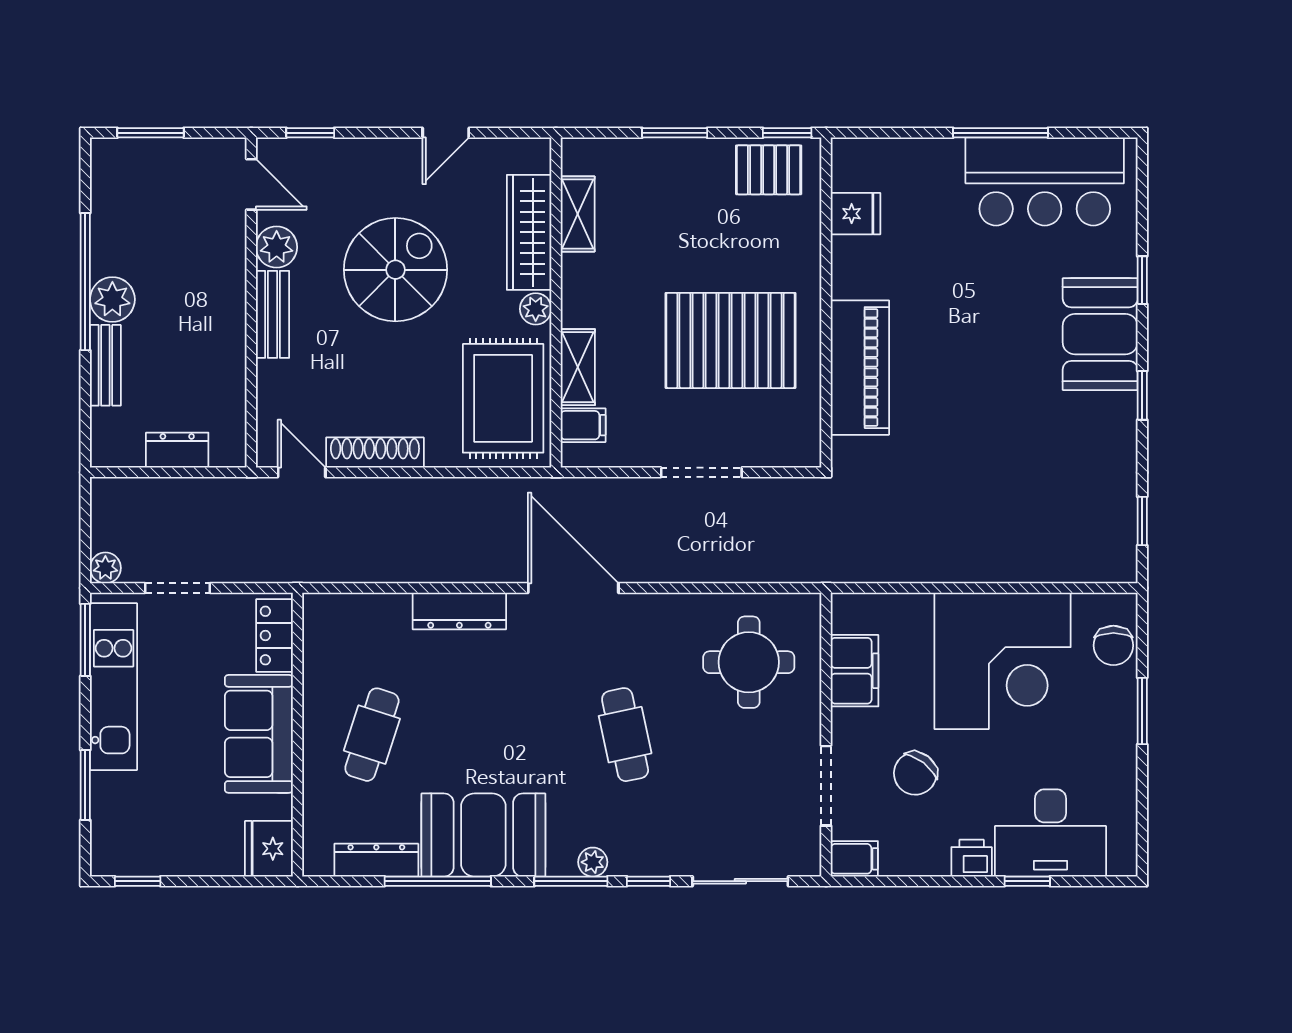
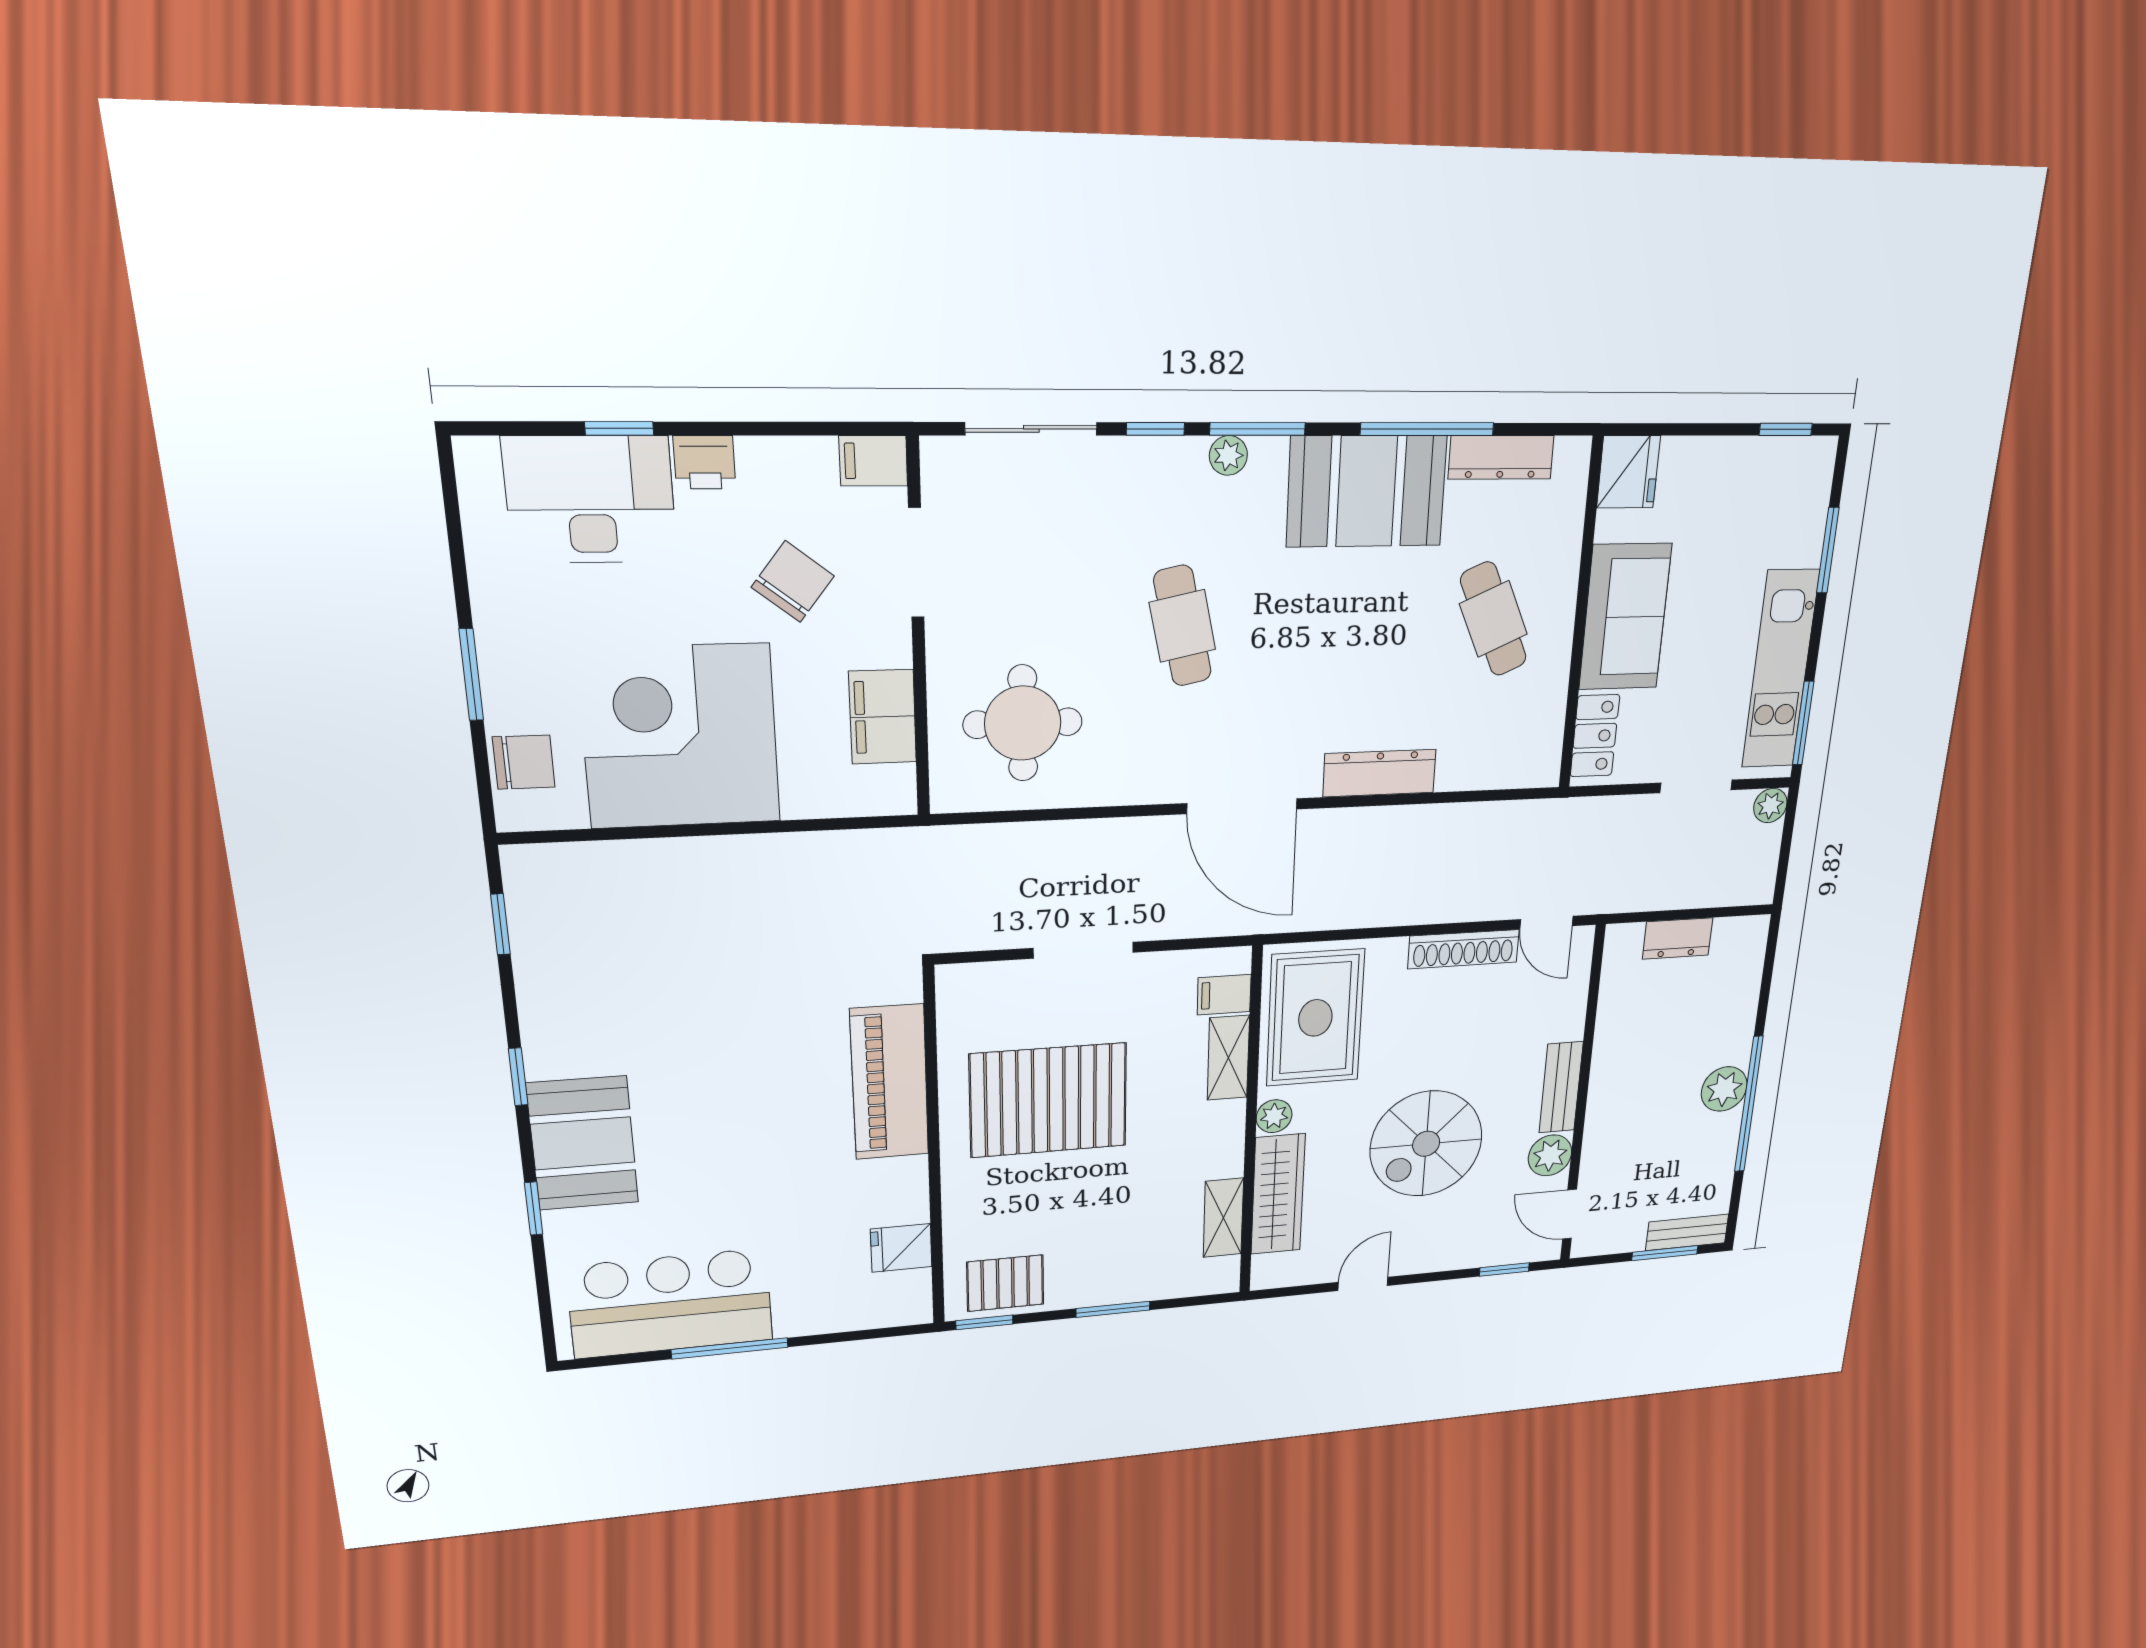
bench: (105, 365) -> (1687, 1232), moved, turned 90
chair: (1113, 645) -> (524, 762), turned 90
cafe table: (372, 735) -> (1493, 619), turned -42

